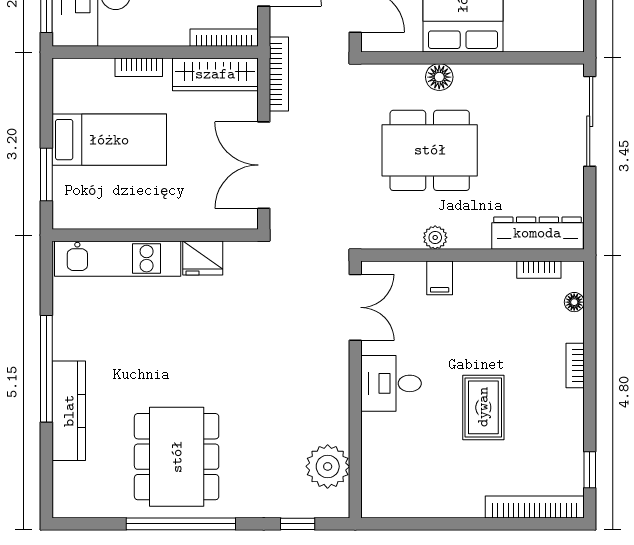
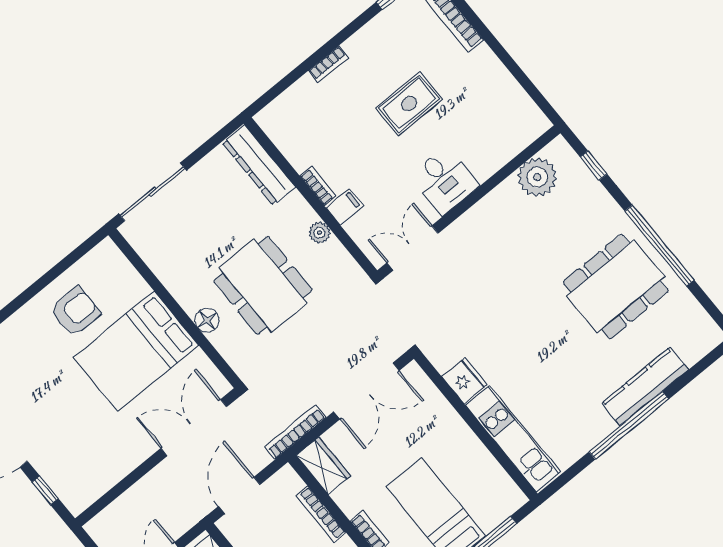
bookcase: (224, 38) -> (321, 514), moved
wardrobe: (215, 74) -> (323, 466), width x0.67
bookcase: (539, 270) -> (318, 186), moved
floor lamp: (574, 302) -> (285, 101), removed

